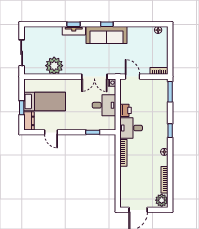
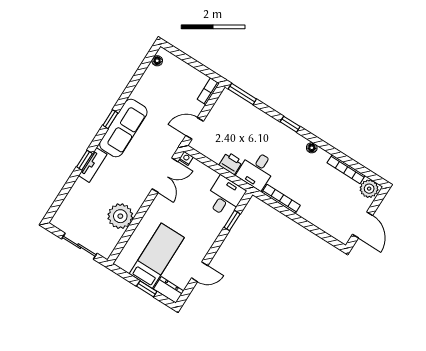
desk: (104, 105) -> (225, 197), moved

